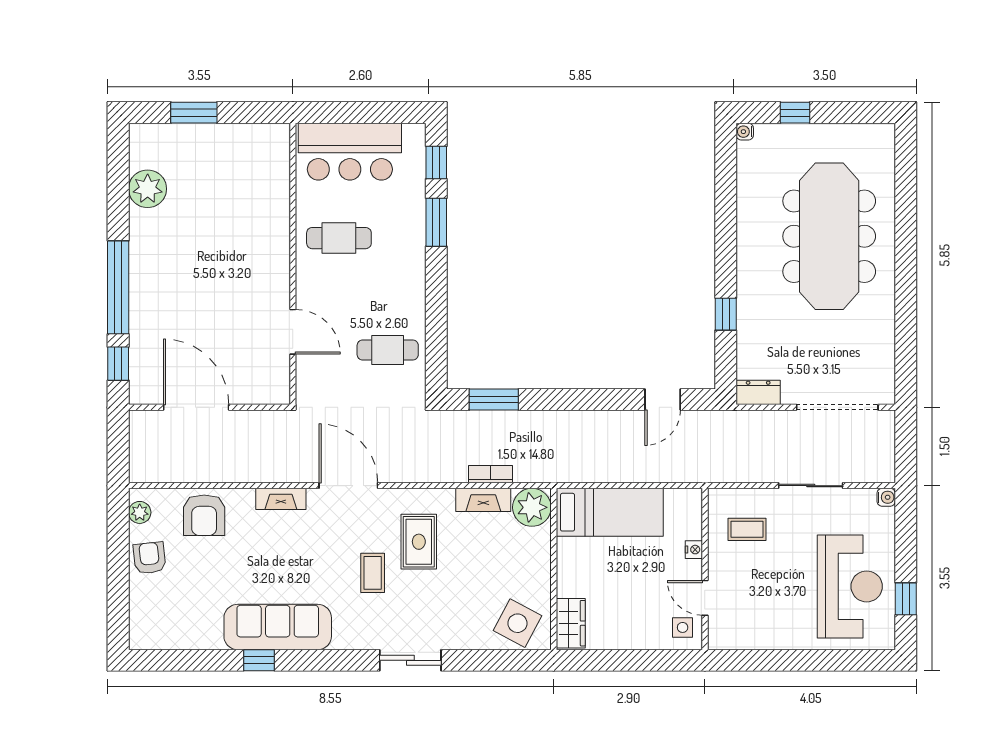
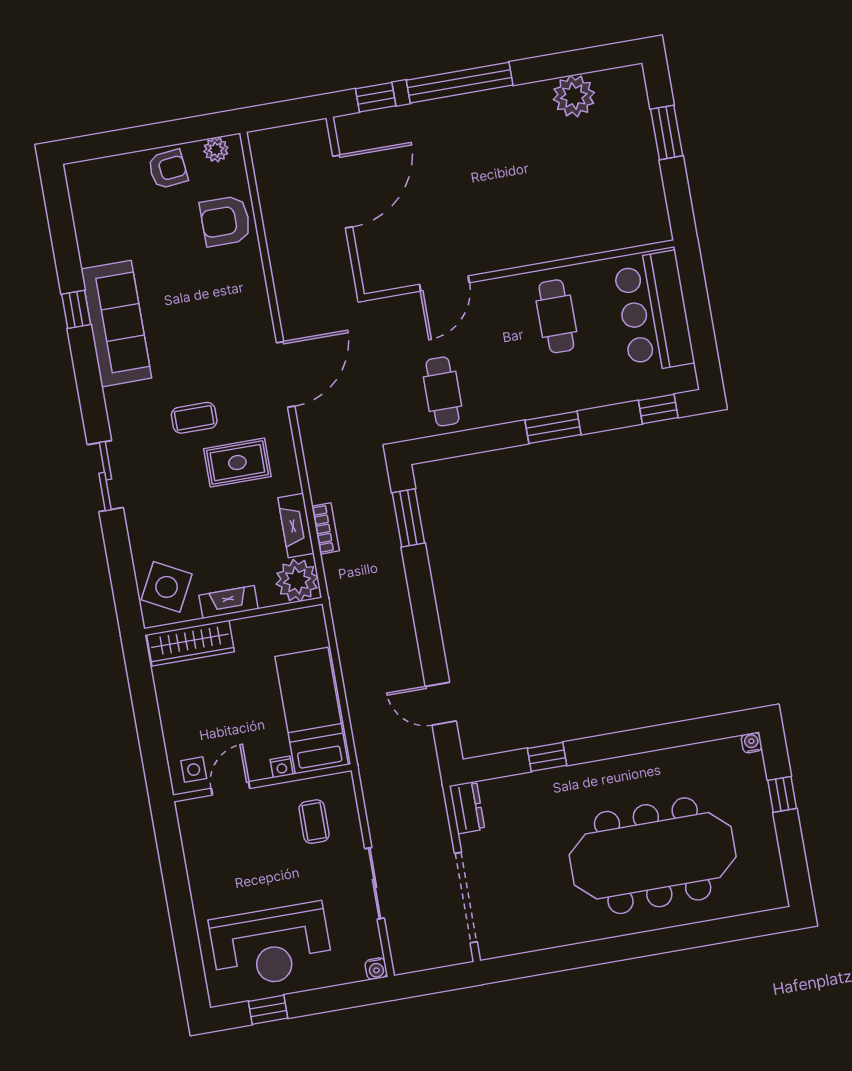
window: (436, 222) -> (553, 427), moved
fireplace: (281, 499) -> (229, 602), moved, turned 90
bed: (610, 512) -> (312, 711), moved, turned 180
wardrobe: (571, 623) -> (191, 643), width x1.50

